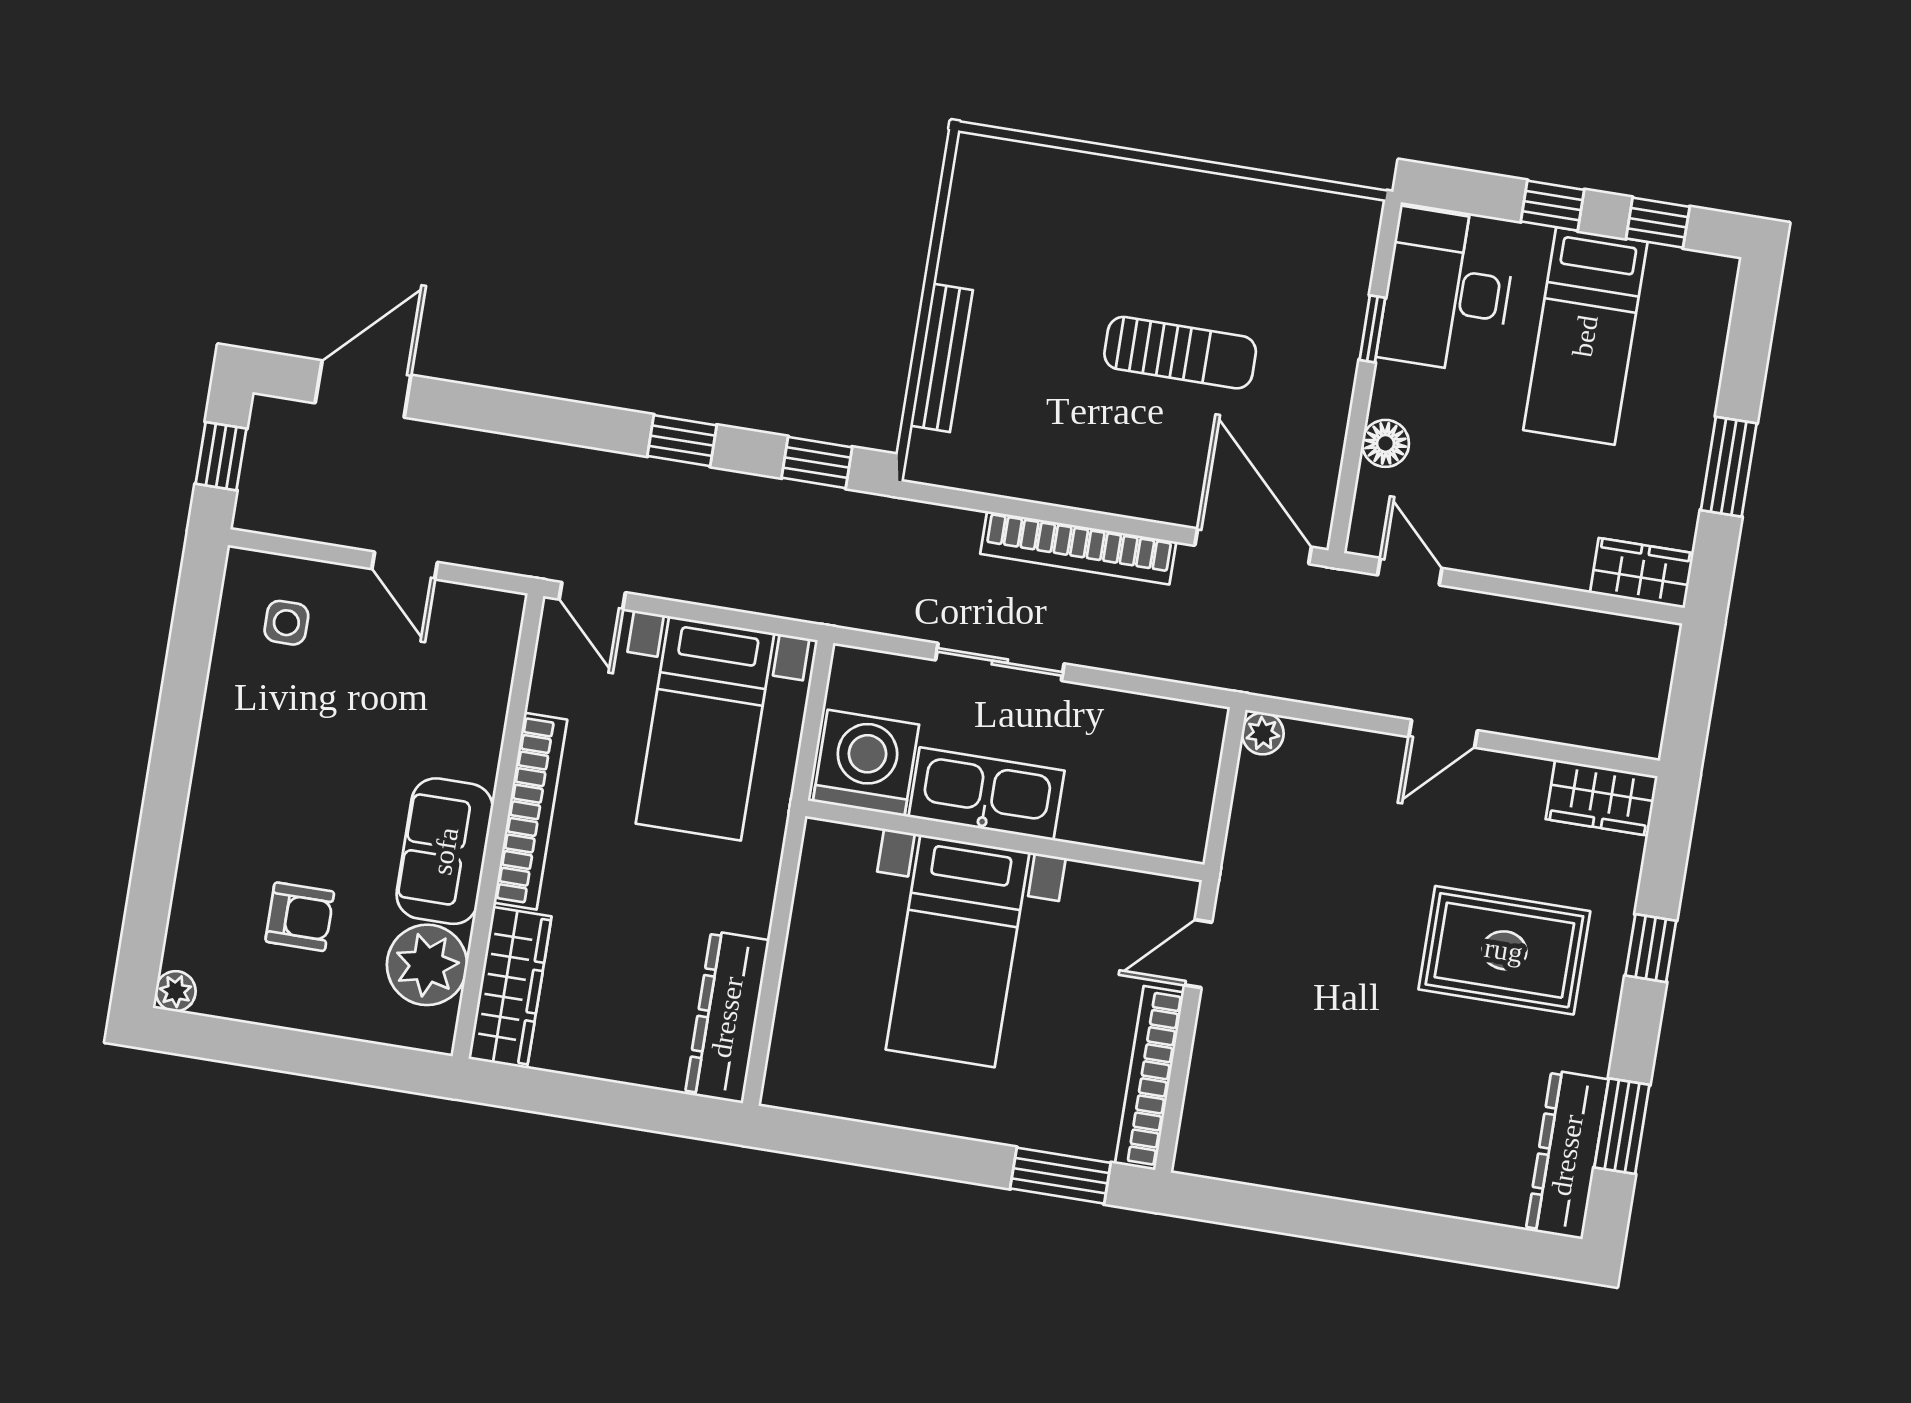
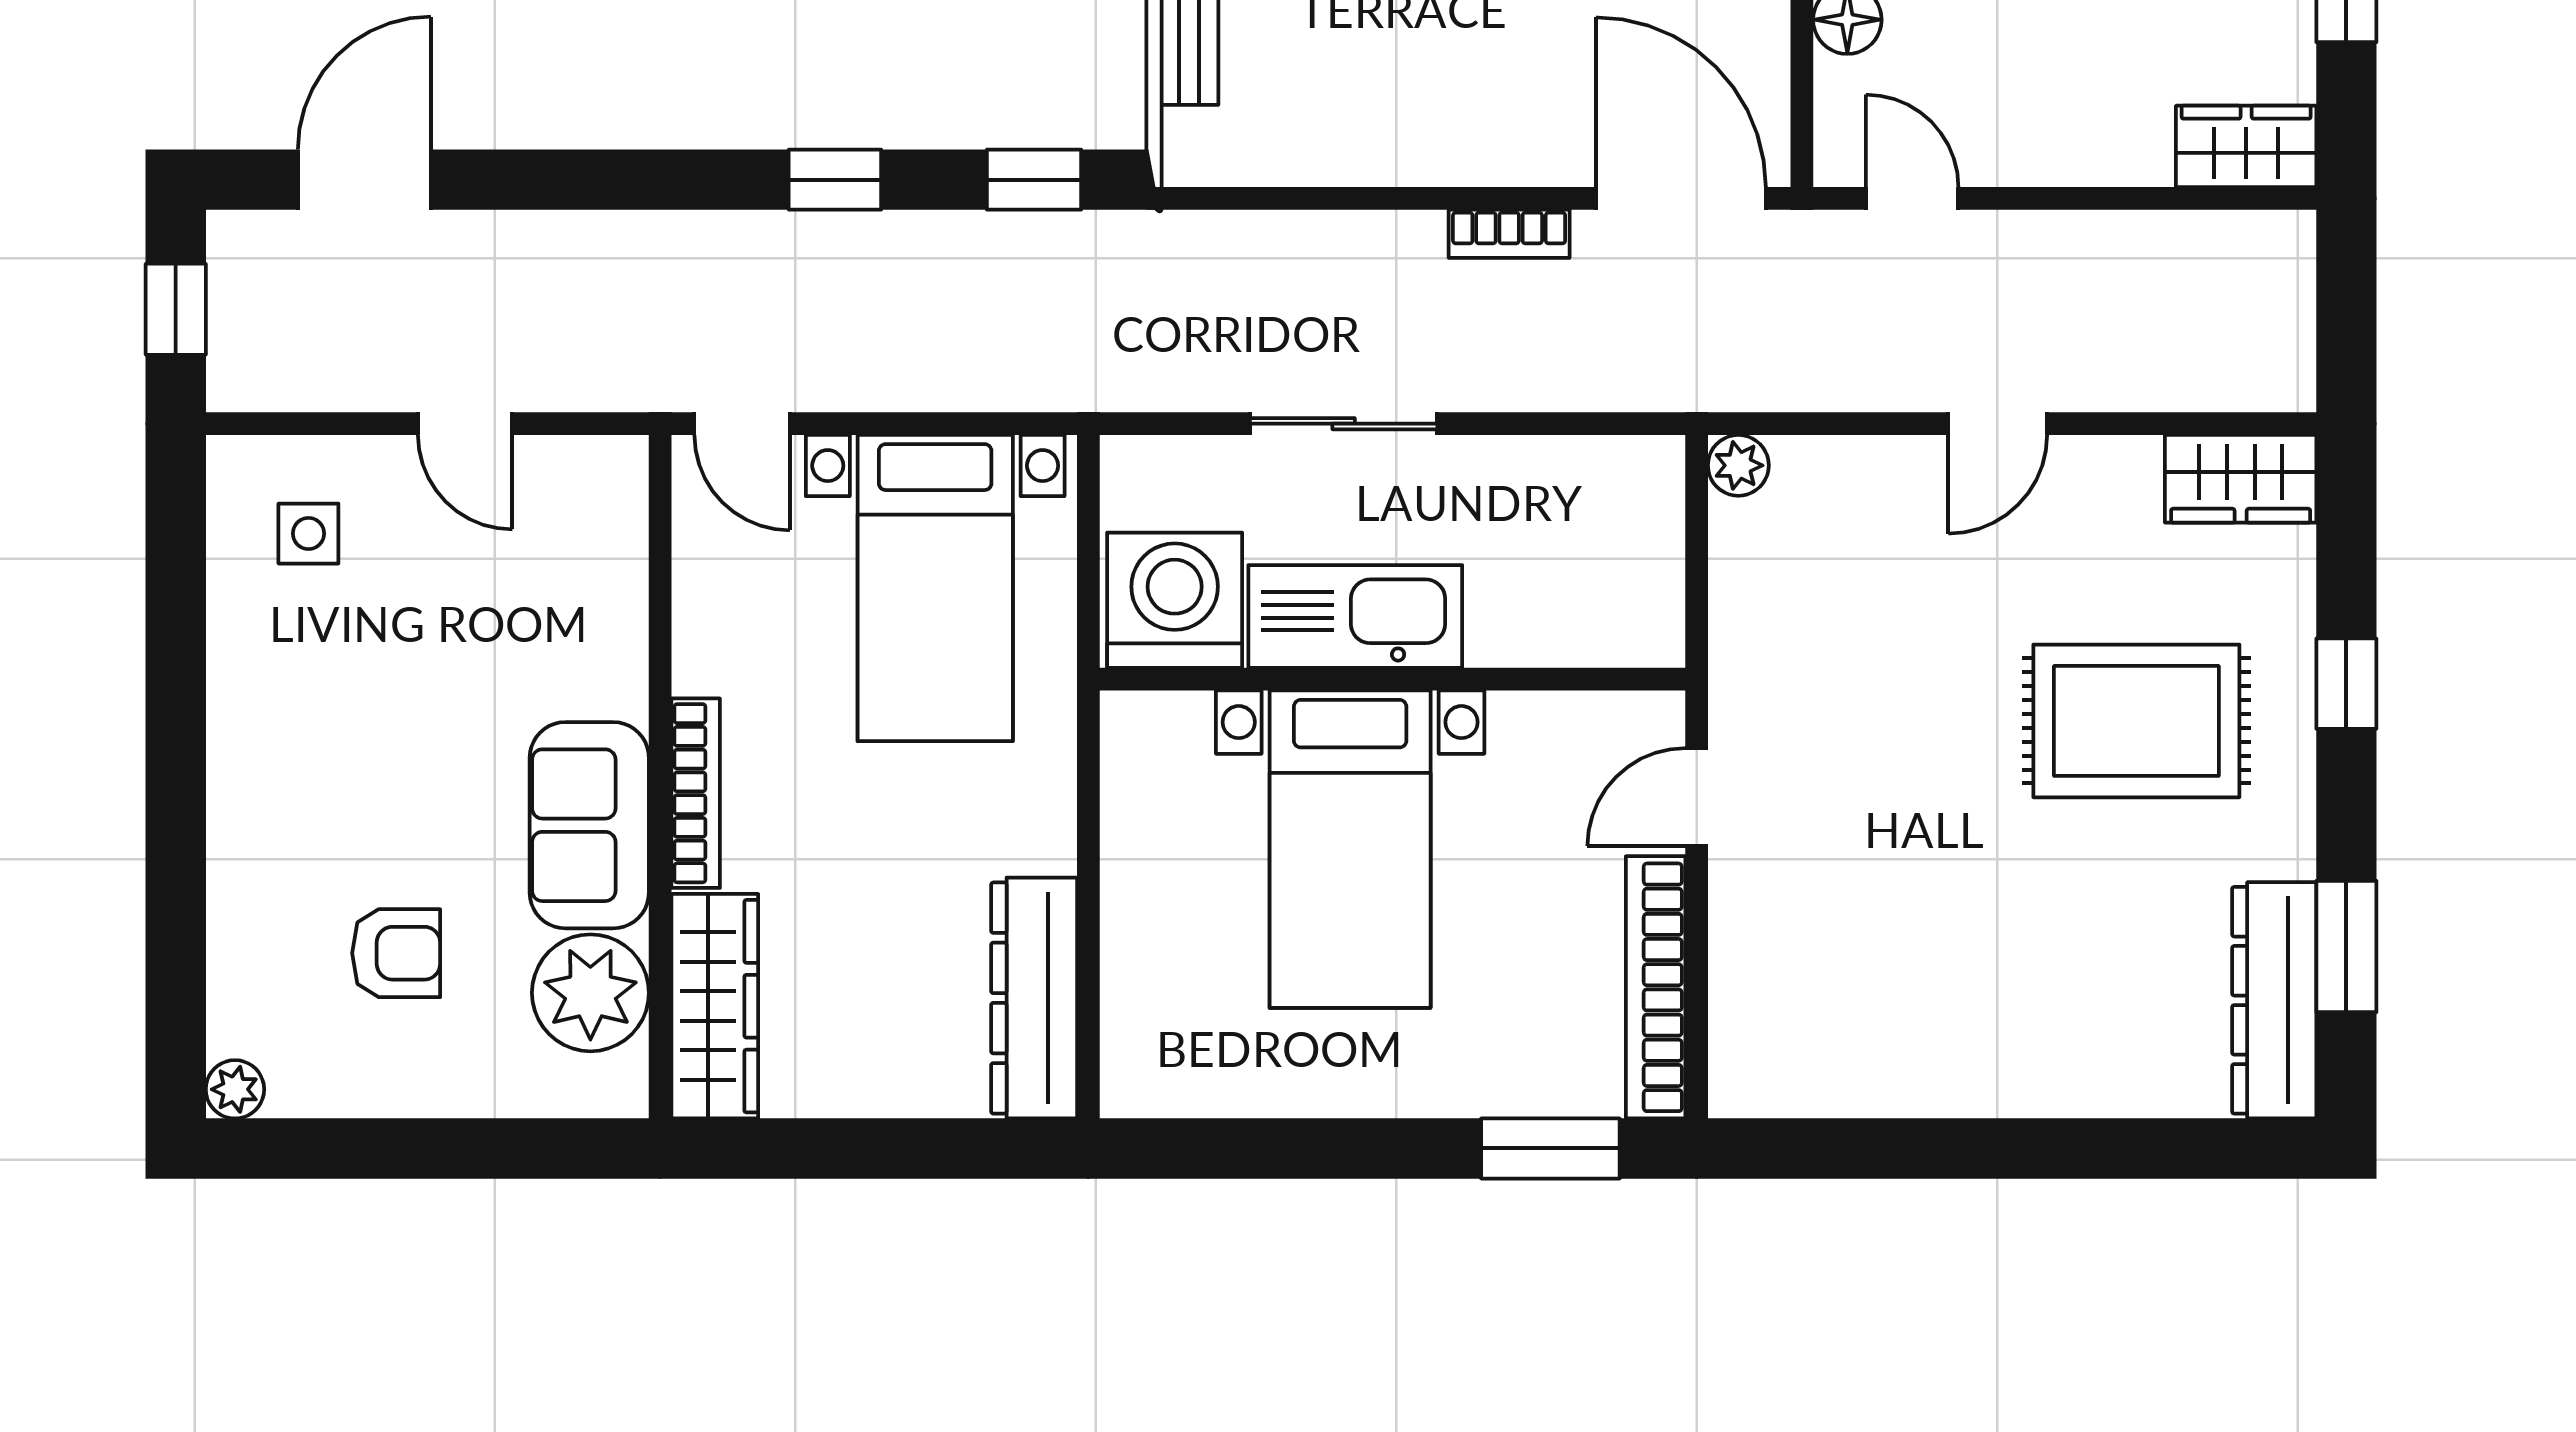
bookcase: (1078, 548) -> (1509, 234), width x0.43, depth x0.76
bookcase: (530, 811) -> (696, 793), width x0.68, depth x0.76

